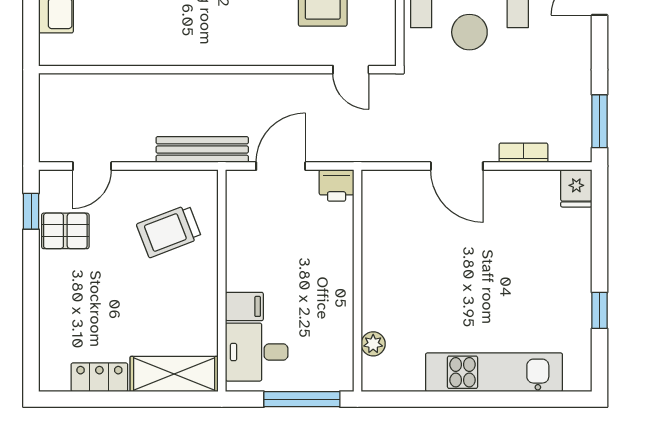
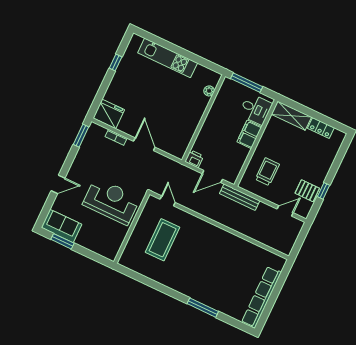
fridge: (576, 188) -> (109, 114), width x1.88, depth x1.34
window: (31, 211) -> (323, 191), moved
trolley: (169, 231) -> (267, 172), turned -69
filing cabinet: (244, 306) -> (249, 134), width x2.00

